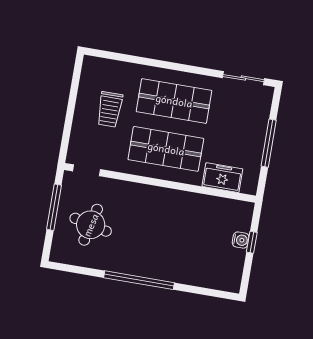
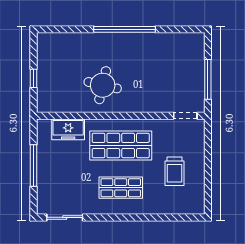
shop shelf: (174, 101) -> (121, 188), width x0.70, depth x0.74
trolley: (110, 109) -> (174, 171), turned 180
round table: (91, 225) -> (103, 85), moved
water cooler: (241, 240) -> (43, 79), removed

